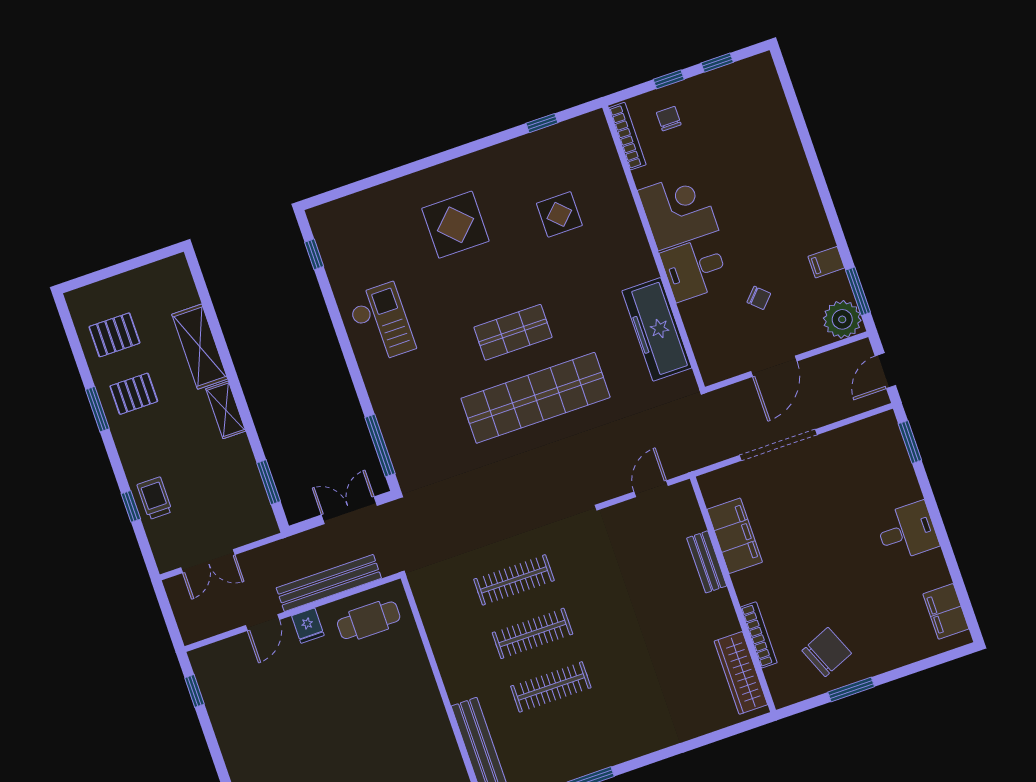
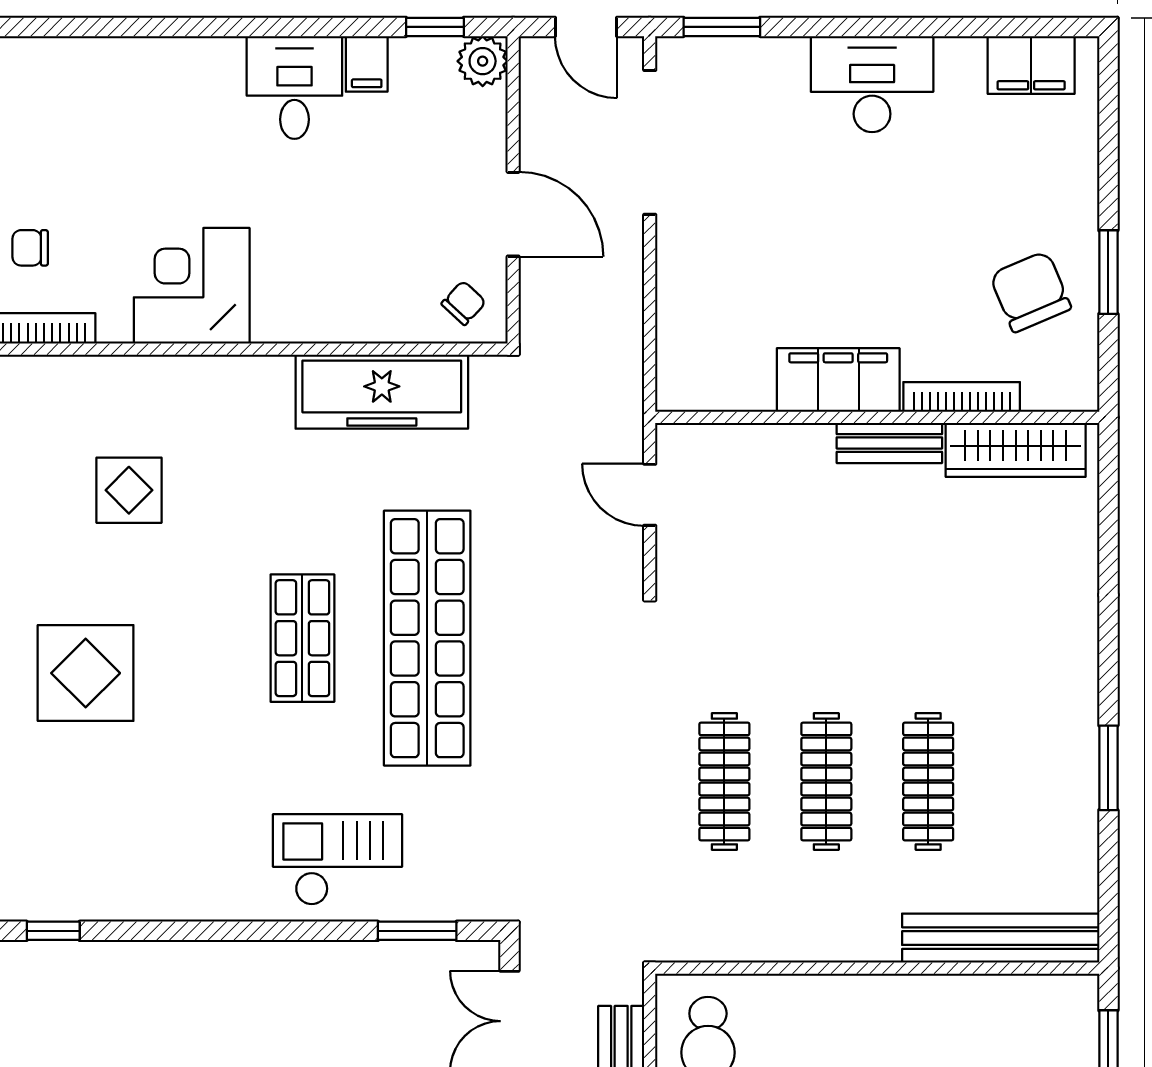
desk: (694, 269) -> (294, 87), moved, turned 180
window: (858, 291) -> (435, 27), width x0.67
chair: (759, 298) -> (464, 303), moved
plant: (842, 319) -> (483, 61), width x0.73, depth x0.73
checkout: (381, 323) -> (338, 860), moved
window: (380, 445) -> (417, 931), width x0.69
doorway: (778, 445) -> (650, 142), moved
desk: (907, 531) -> (872, 84), width x1.37
filing cabinet: (735, 536) -> (838, 380), moved
bench: (707, 562) -> (889, 443), moved

